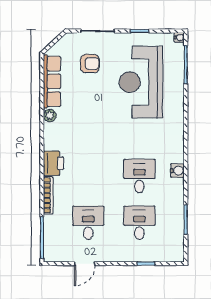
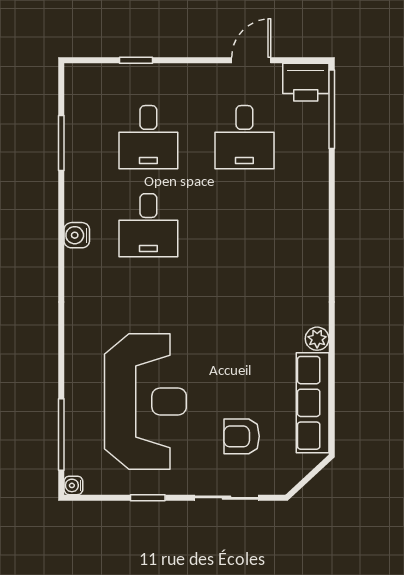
printer: (53, 163) -> (306, 82), moved, turned -90
bookcase: (48, 195) -> (320, 189), removed

